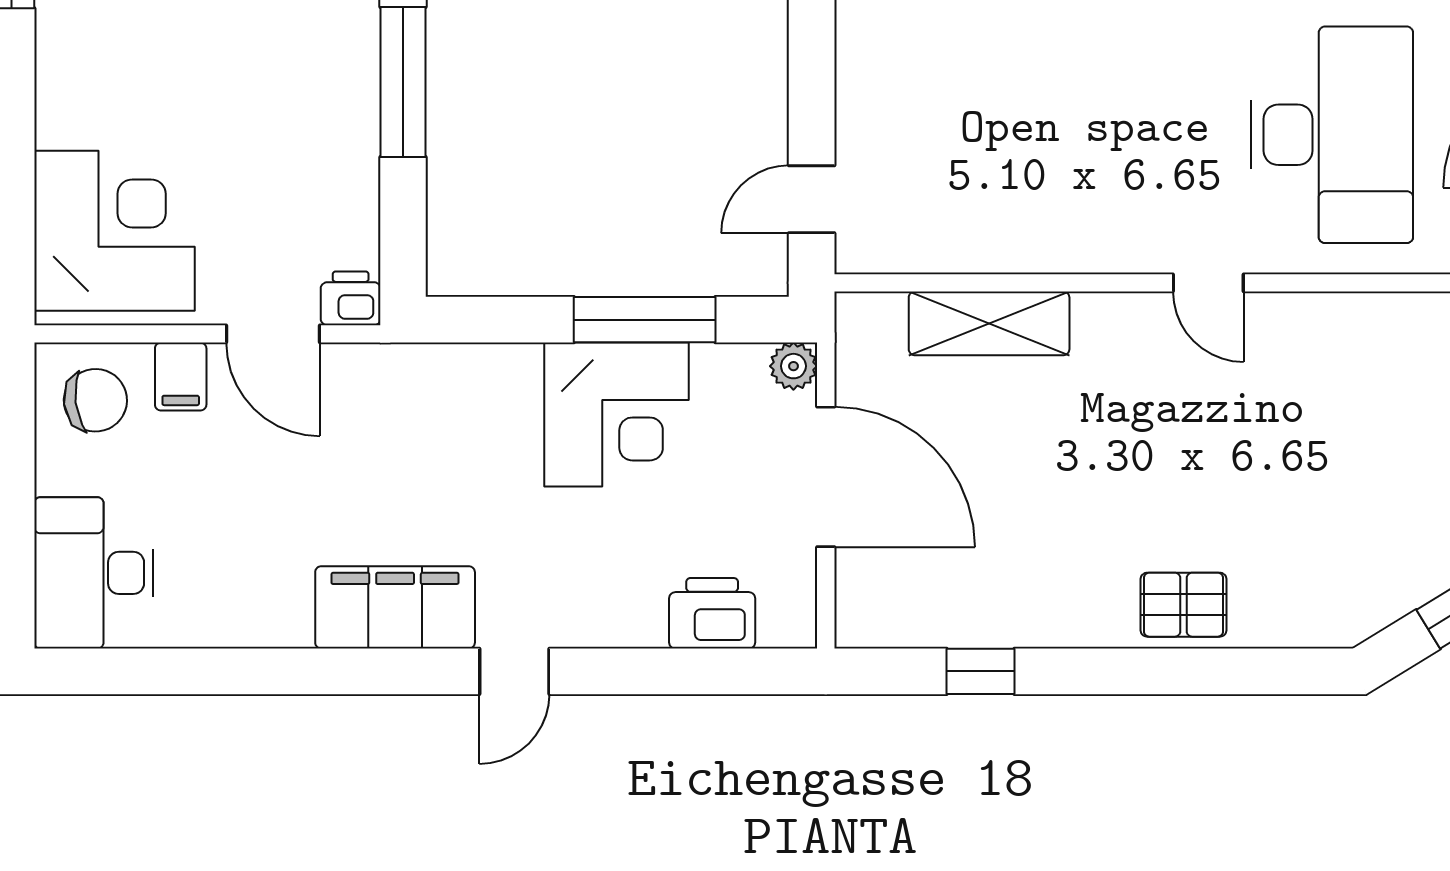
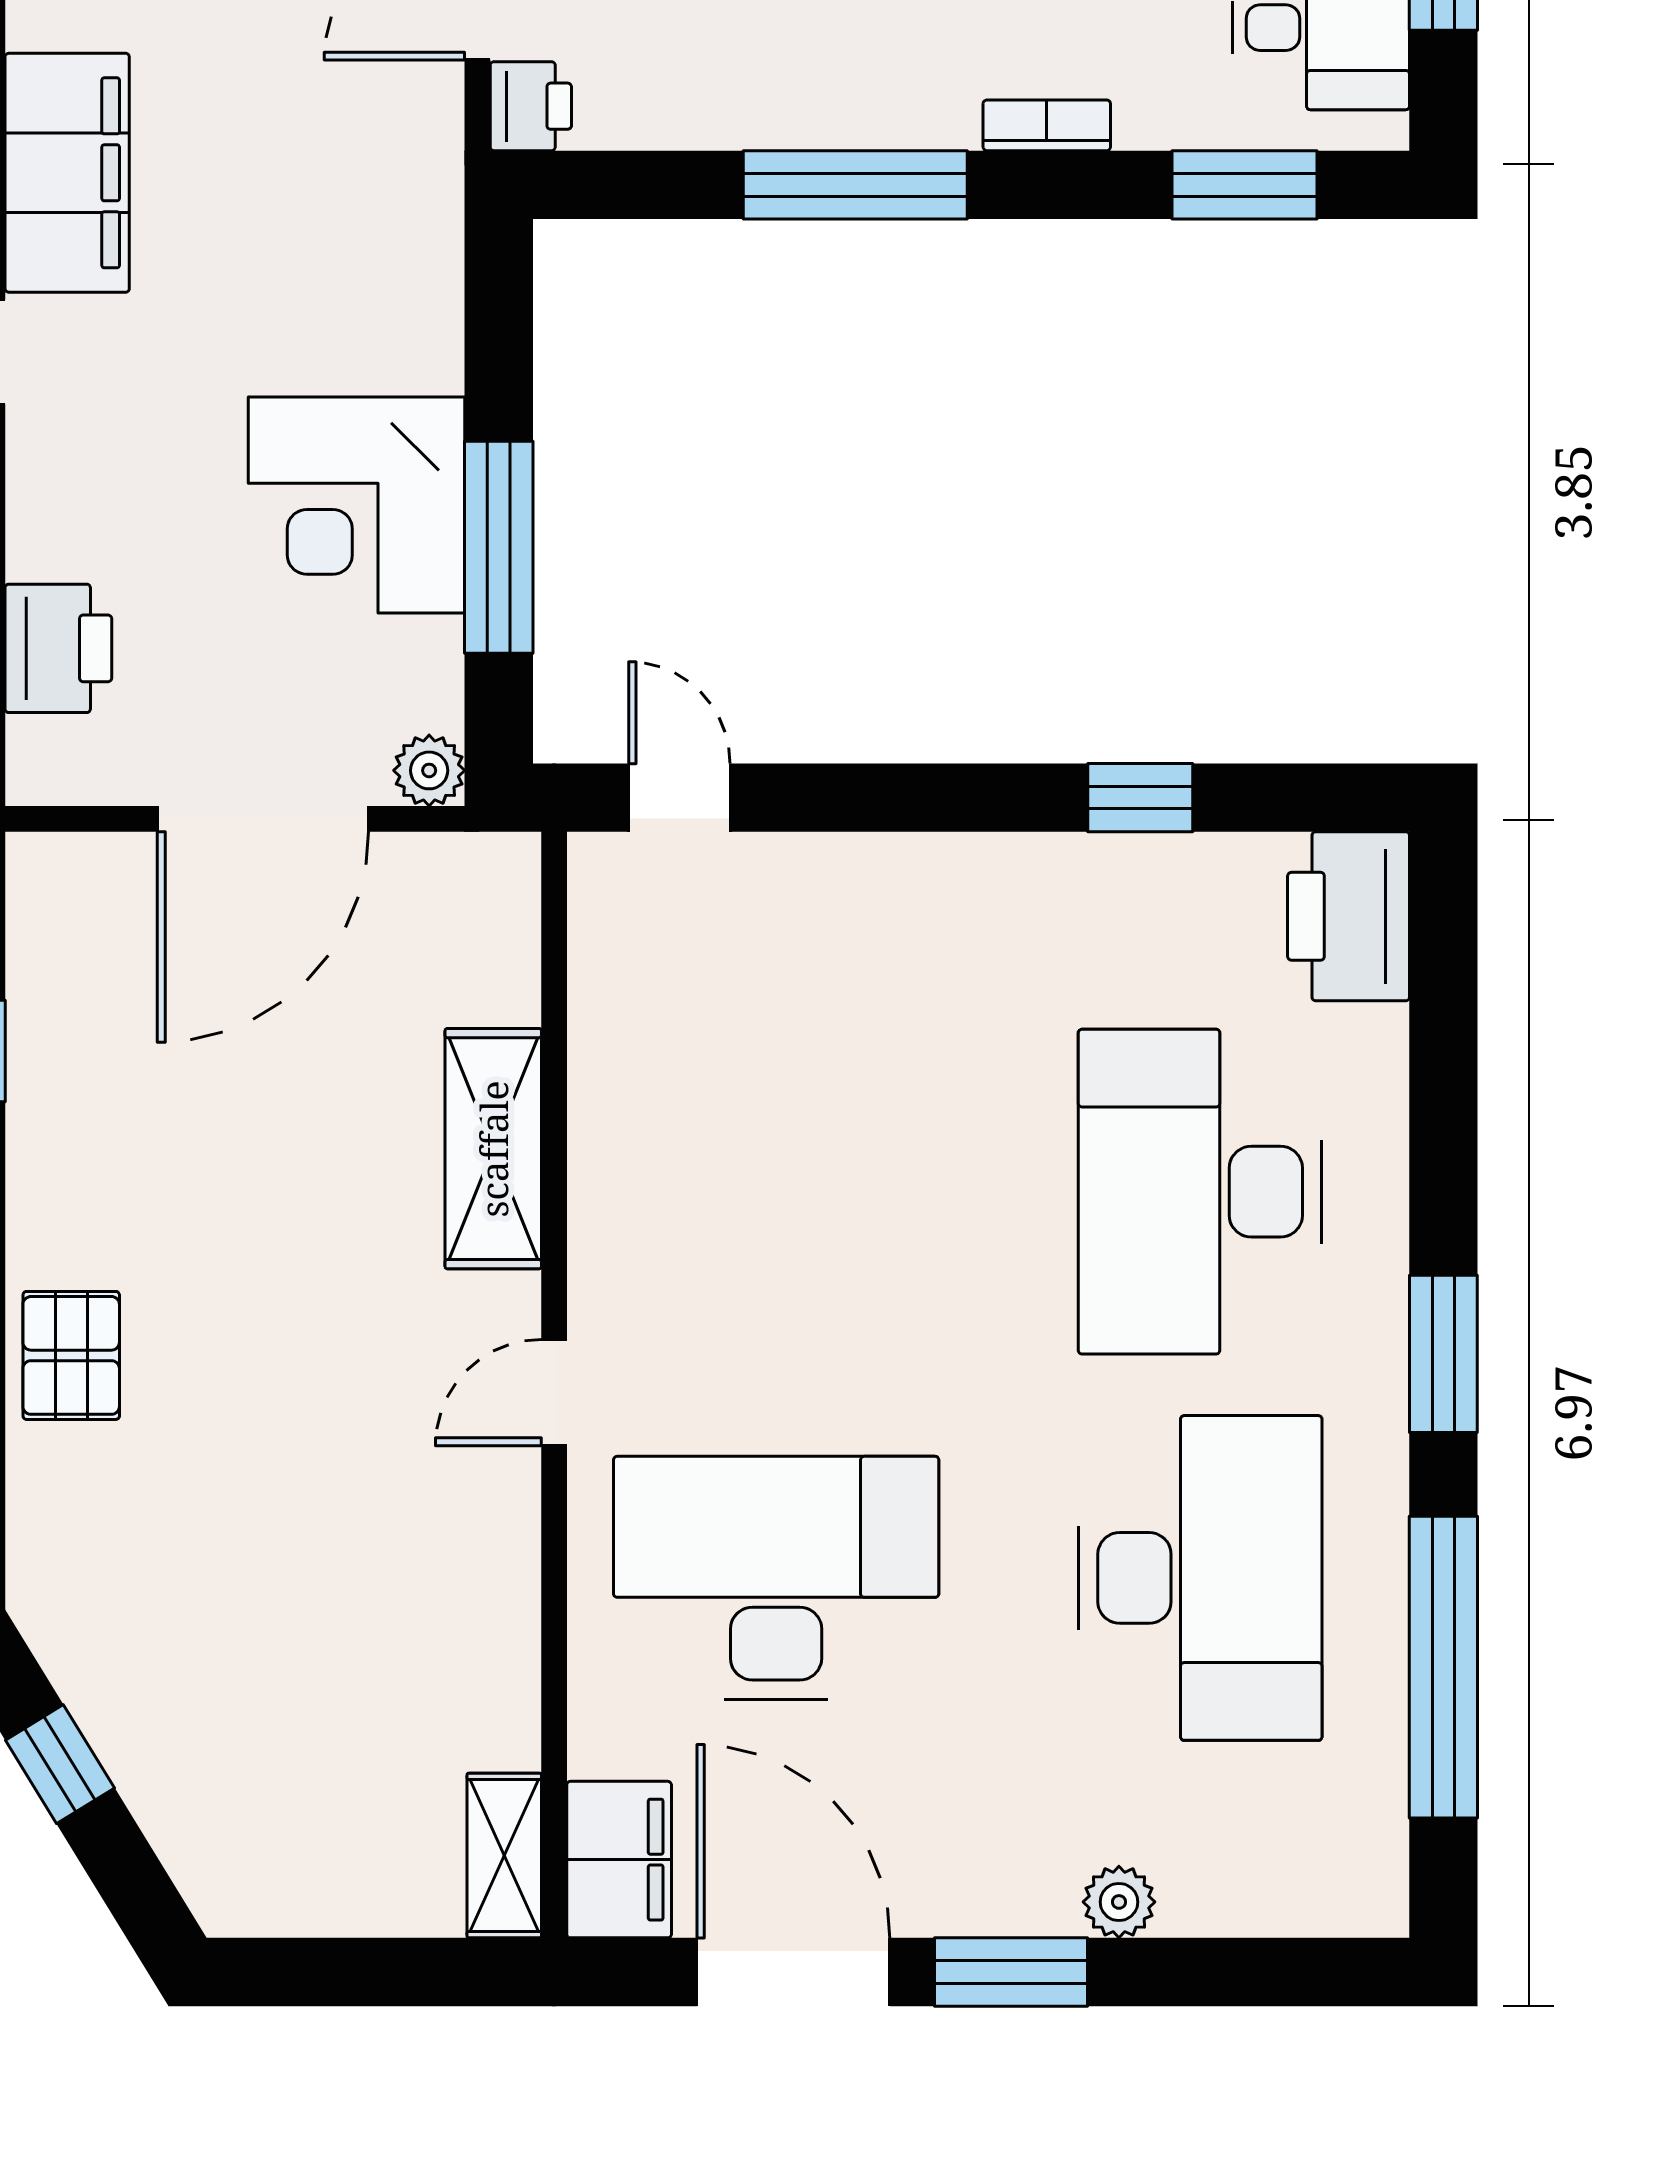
desk: (1332, 135) -> (776, 1578), turned 180
shelving: (989, 323) -> (493, 1149), moved

